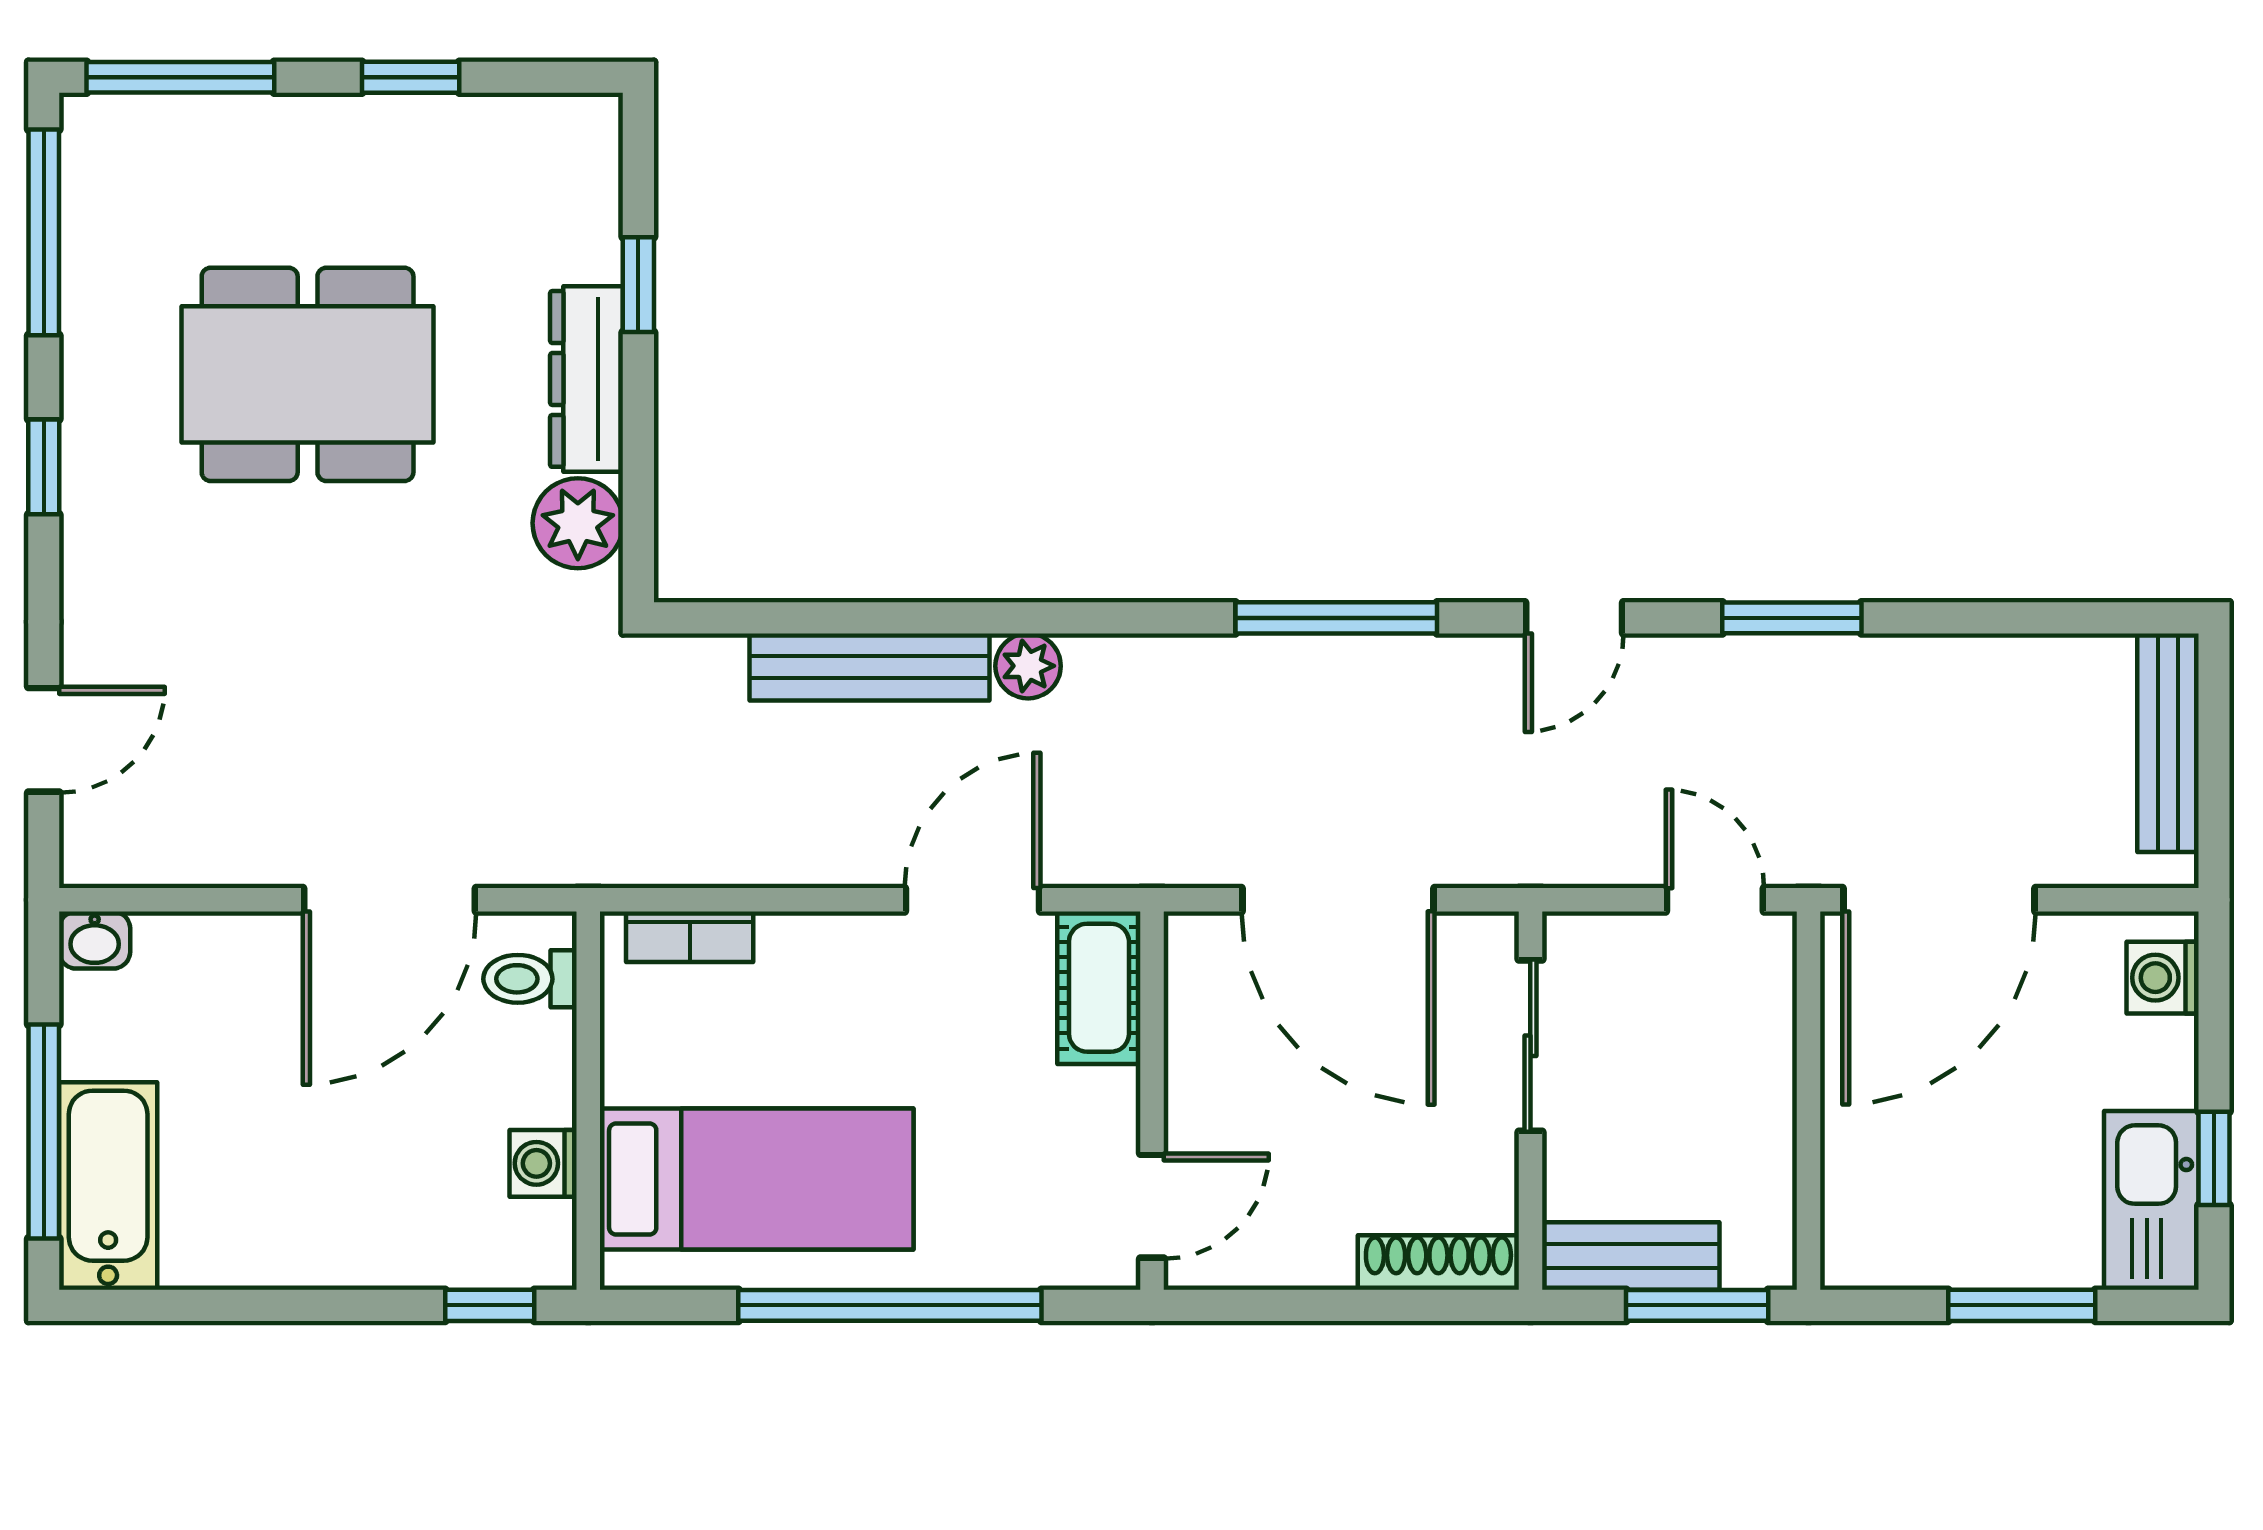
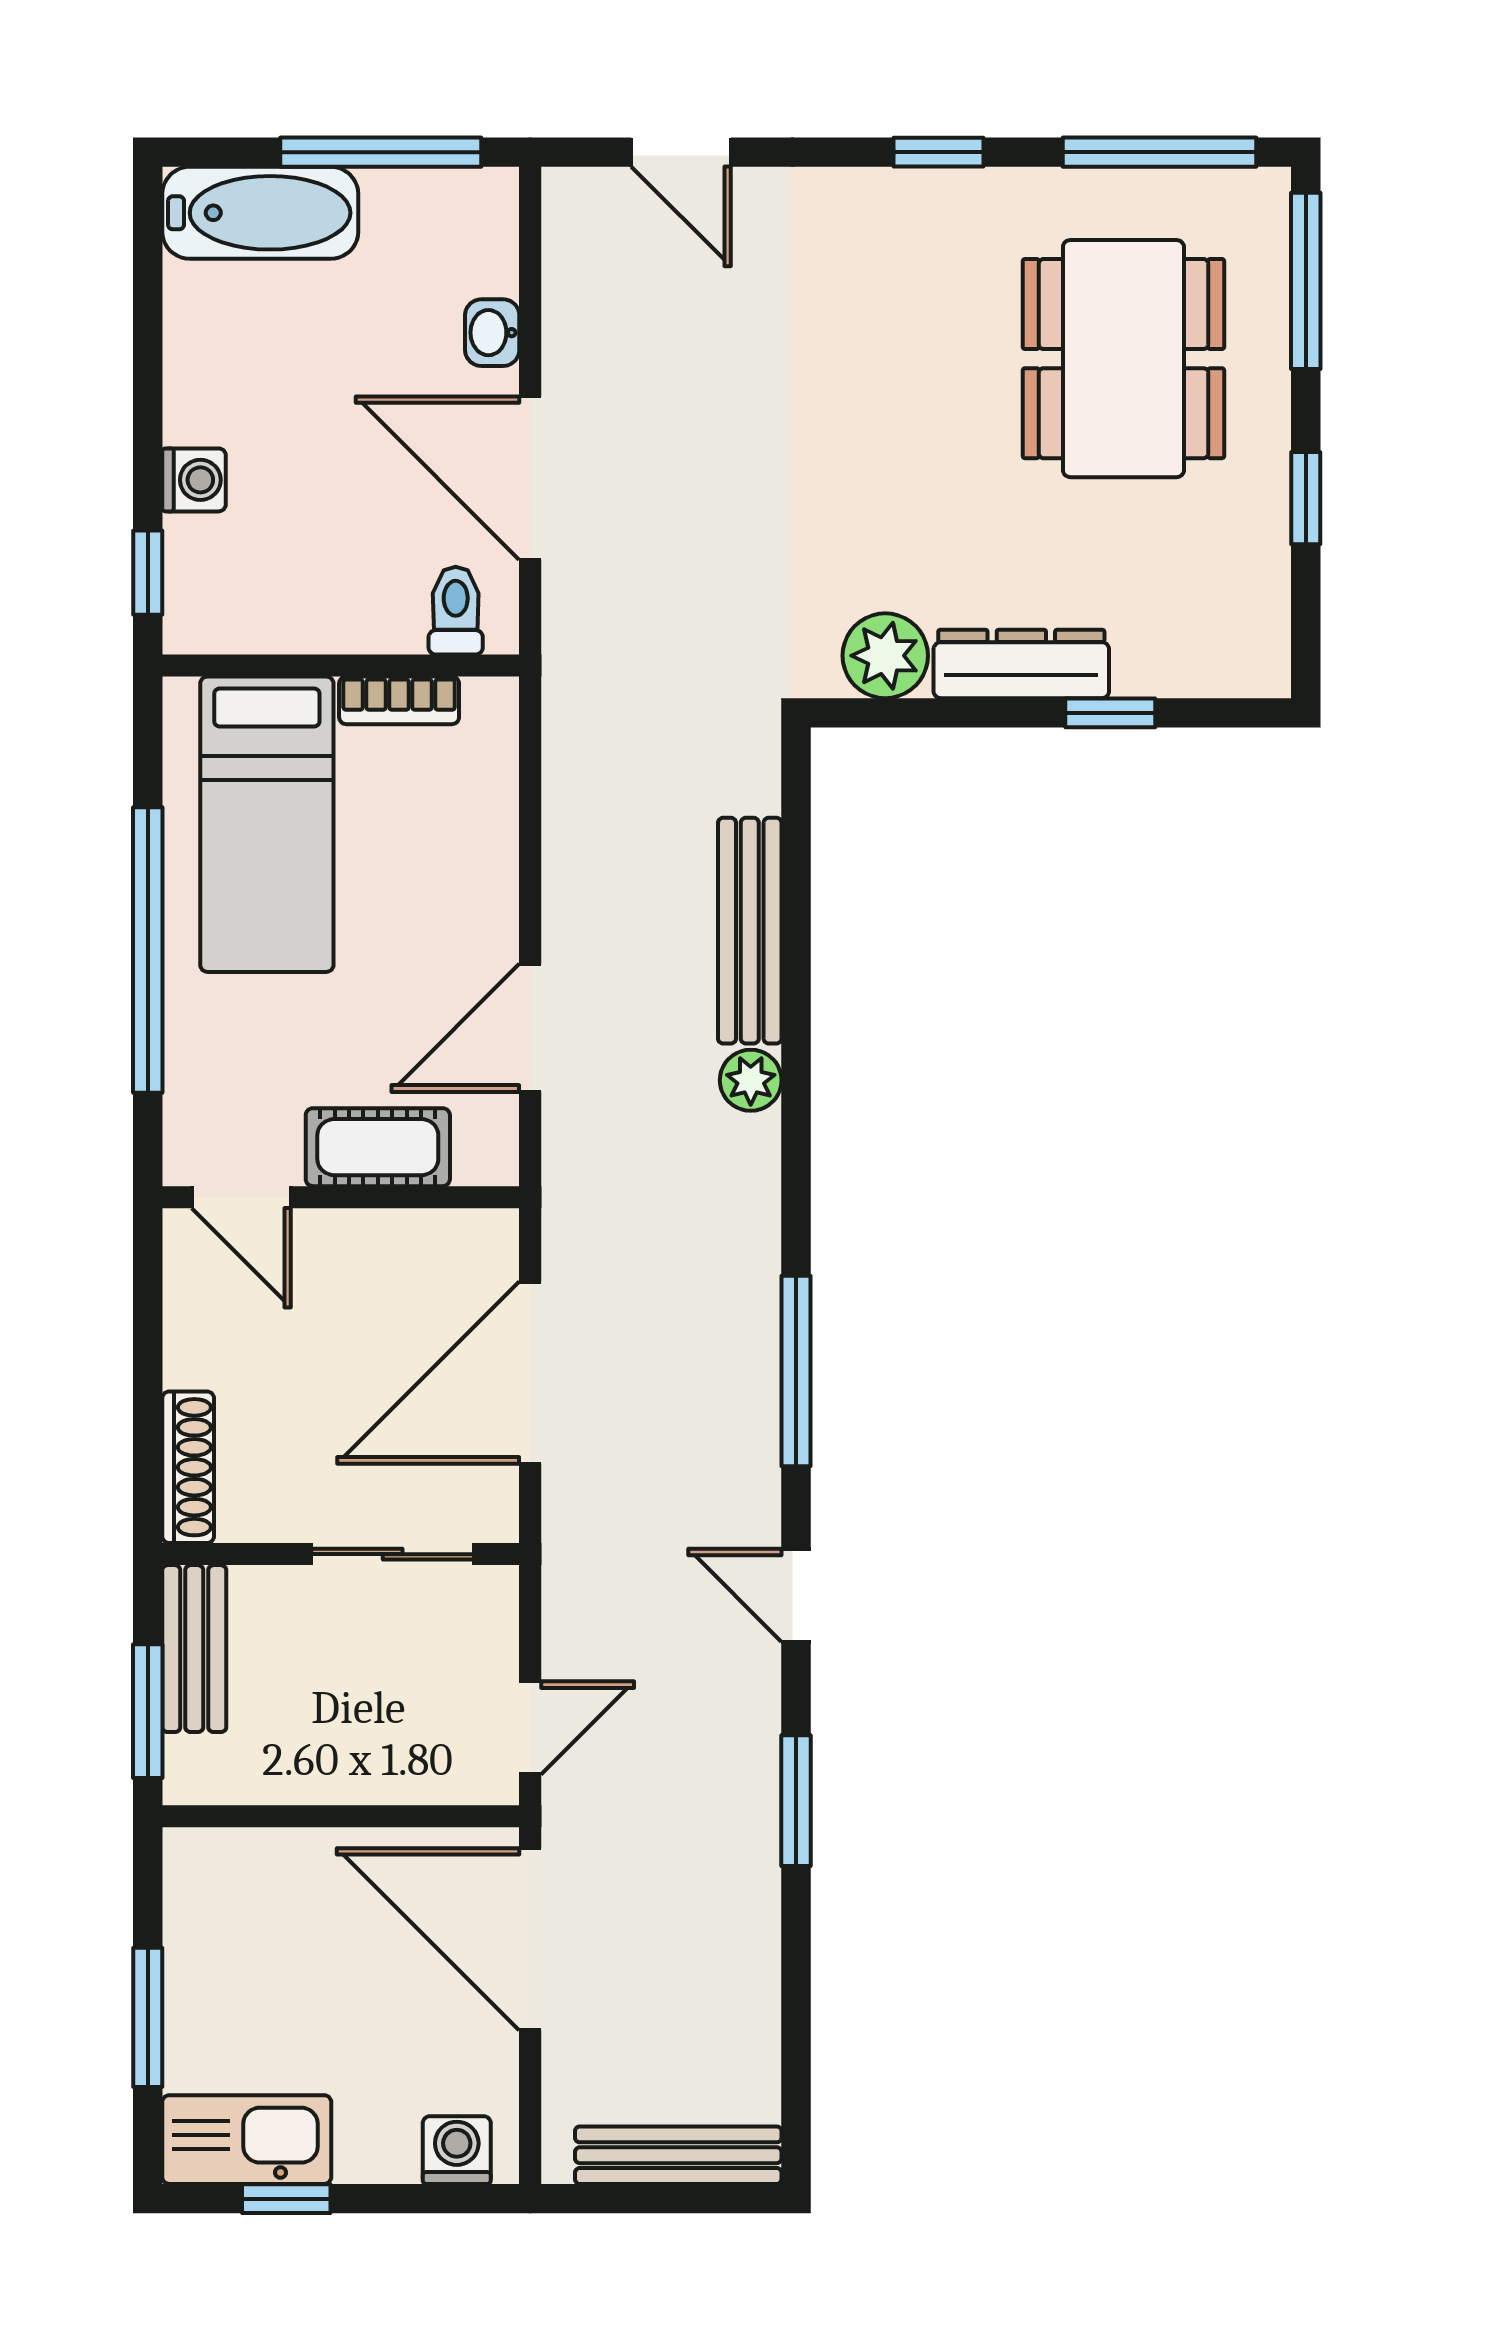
dining table: (308, 374) -> (1123, 359), moved
door: (972, 900) -> (530, 1028), swing flipped
bookcase: (690, 937) -> (399, 700), moved, turned -90
washbasin: (95, 940) -> (492, 333), moved
cot: (1099, 988) -> (378, 1147), moved
window: (44, 1131) -> (381, 152), moved
washing machine: (543, 1163) -> (194, 480), moved, turned 90

